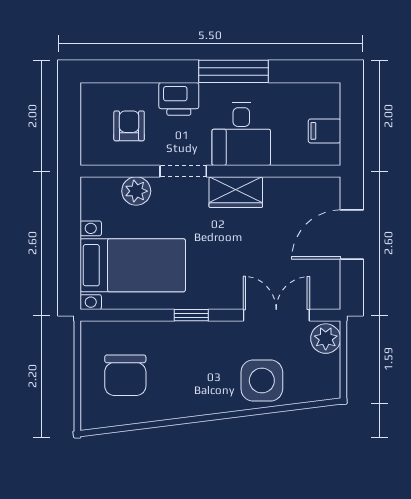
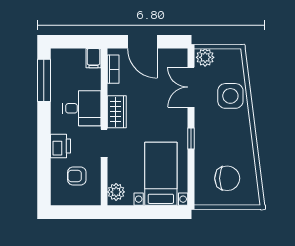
window: (233, 71) -> (44, 80), moved
filing cabinet: (325, 131) -> (93, 58), moved
bookcase: (306, 186) -> (113, 69), added
plant: (136, 191) -> (116, 192), moved

